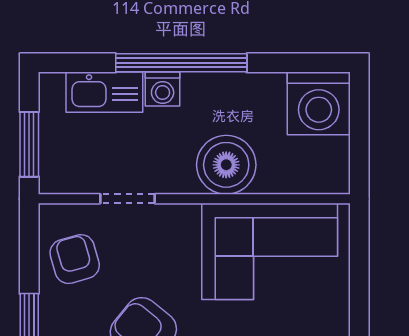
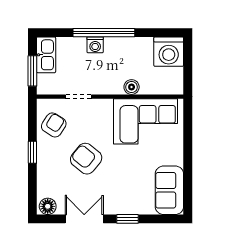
kitchen sink: (104, 92) -> (46, 55), moved, turned -90
boiler: (226, 165) -> (132, 87), width x0.54, depth x0.54
armchair: (75, 259) -> (54, 125), turned 49

